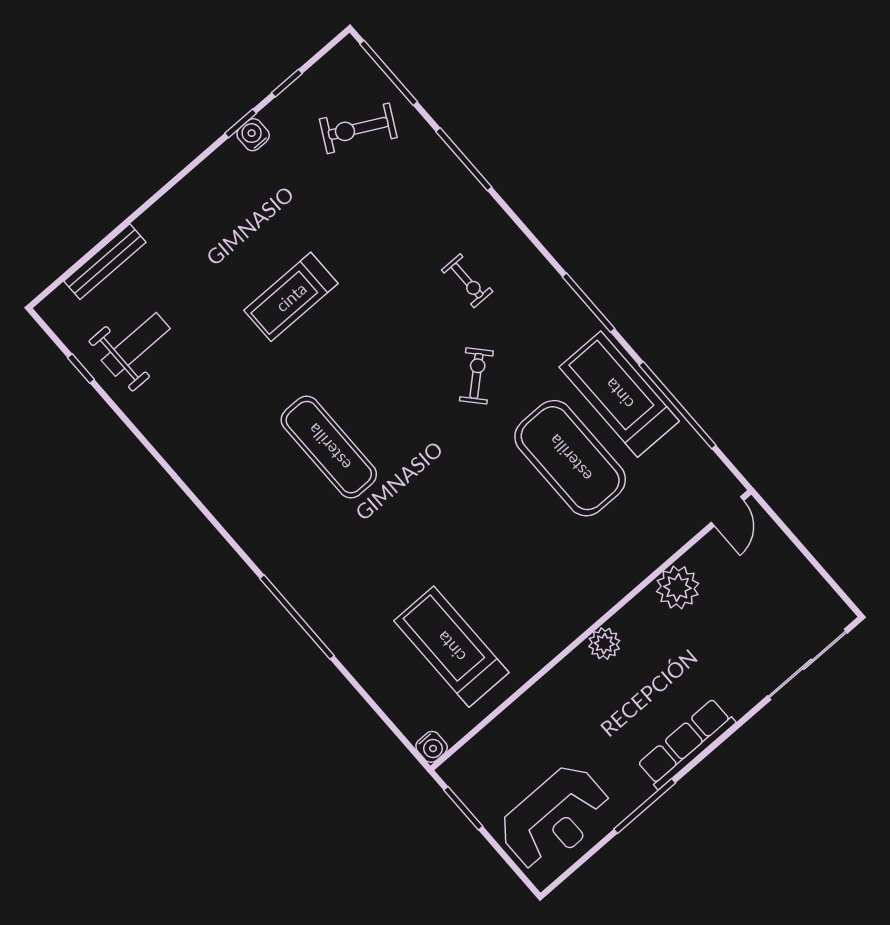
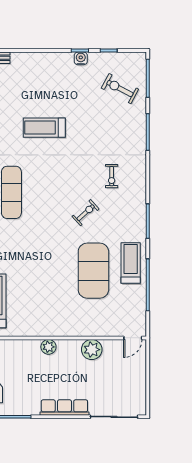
treadmill: (619, 394) -> (131, 263), width x0.73, depth x0.73
row of seats: (686, 744) -> (64, 408), moved

